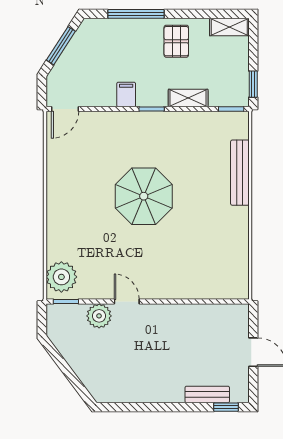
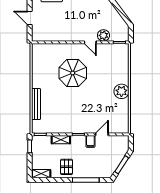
door: (65, 109) -> (102, 134), moved
parasol: (144, 196) -> (73, 73), moved
plant: (61, 277) -> (121, 91), moved

